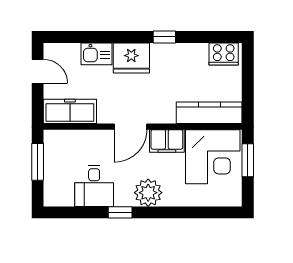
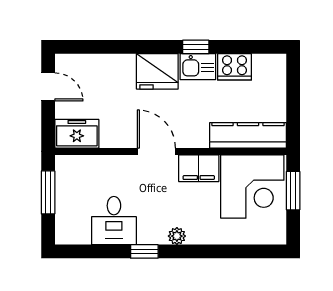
kitchen sink: (97, 54) -> (198, 67), moved
cooker: (224, 54) -> (234, 67), moved
freezer: (70, 111) -> (77, 134), width x0.71
door: (131, 127) -> (156, 151), swing flipped
plant: (148, 193) -> (177, 236), width x0.53, depth x0.53

